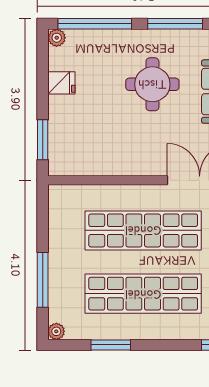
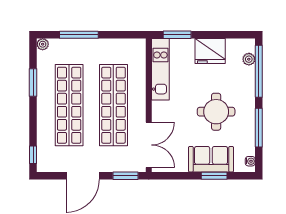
plant: (57, 38) -> (249, 59), moved
fridge: (61, 83) -> (210, 51), width x1.88, depth x1.34
kitchen unit: (92, 164) -> (160, 69), added

